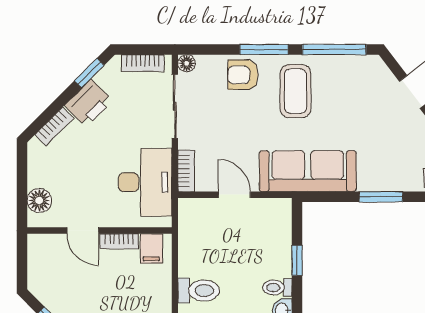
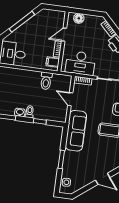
door: (234, 195) -> (70, 99), swing flipped
toilet: (199, 291) -> (46, 81), moved

